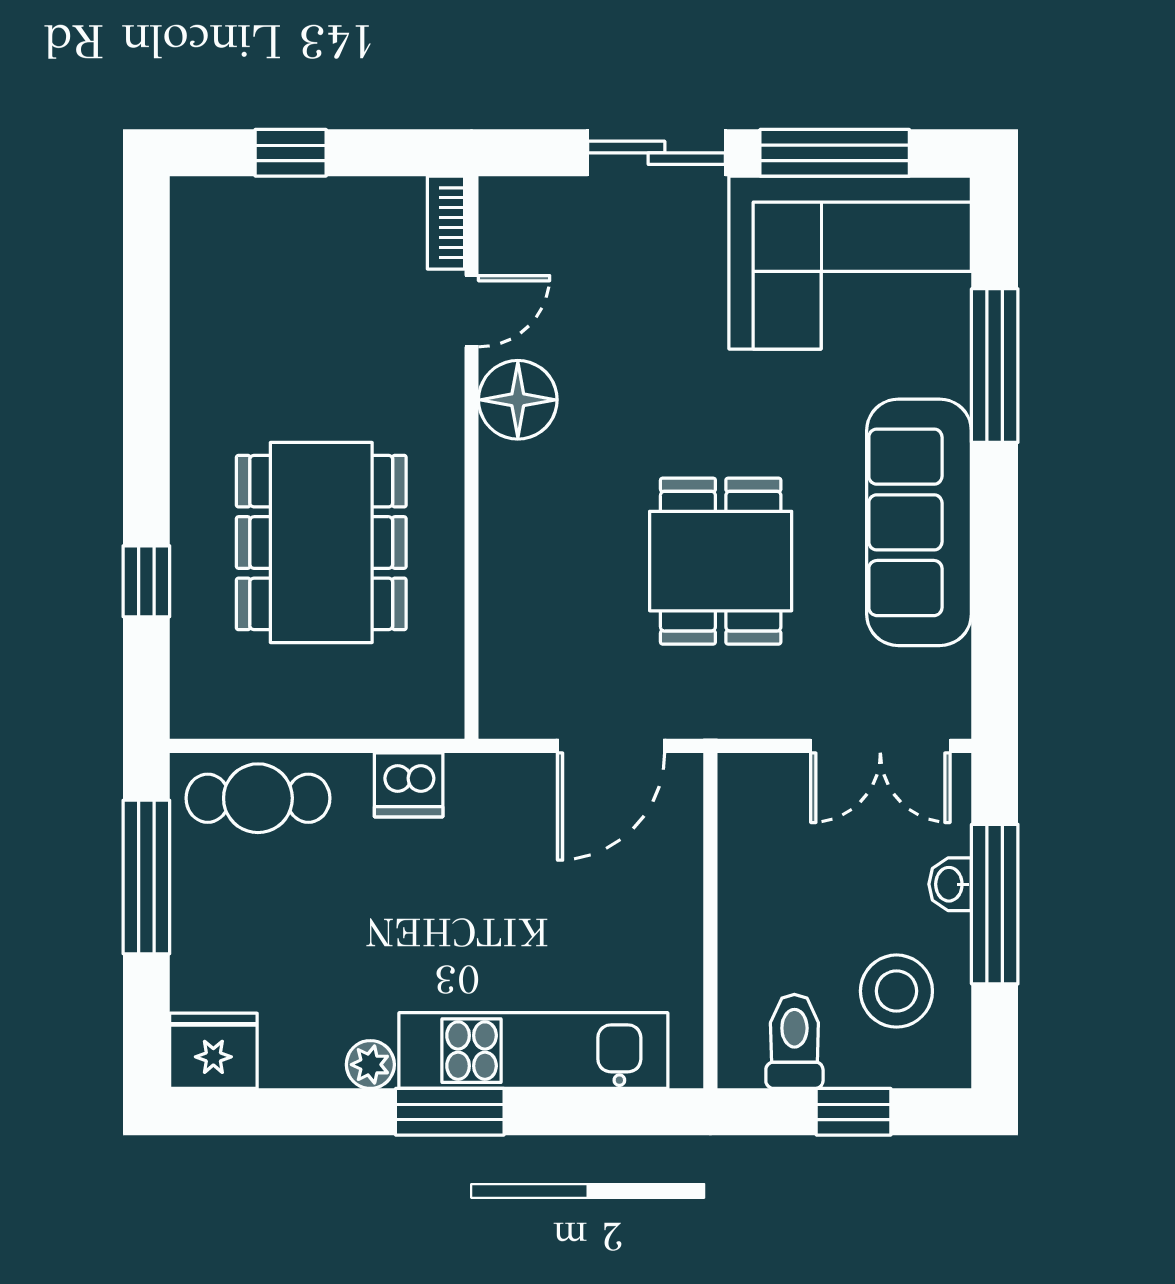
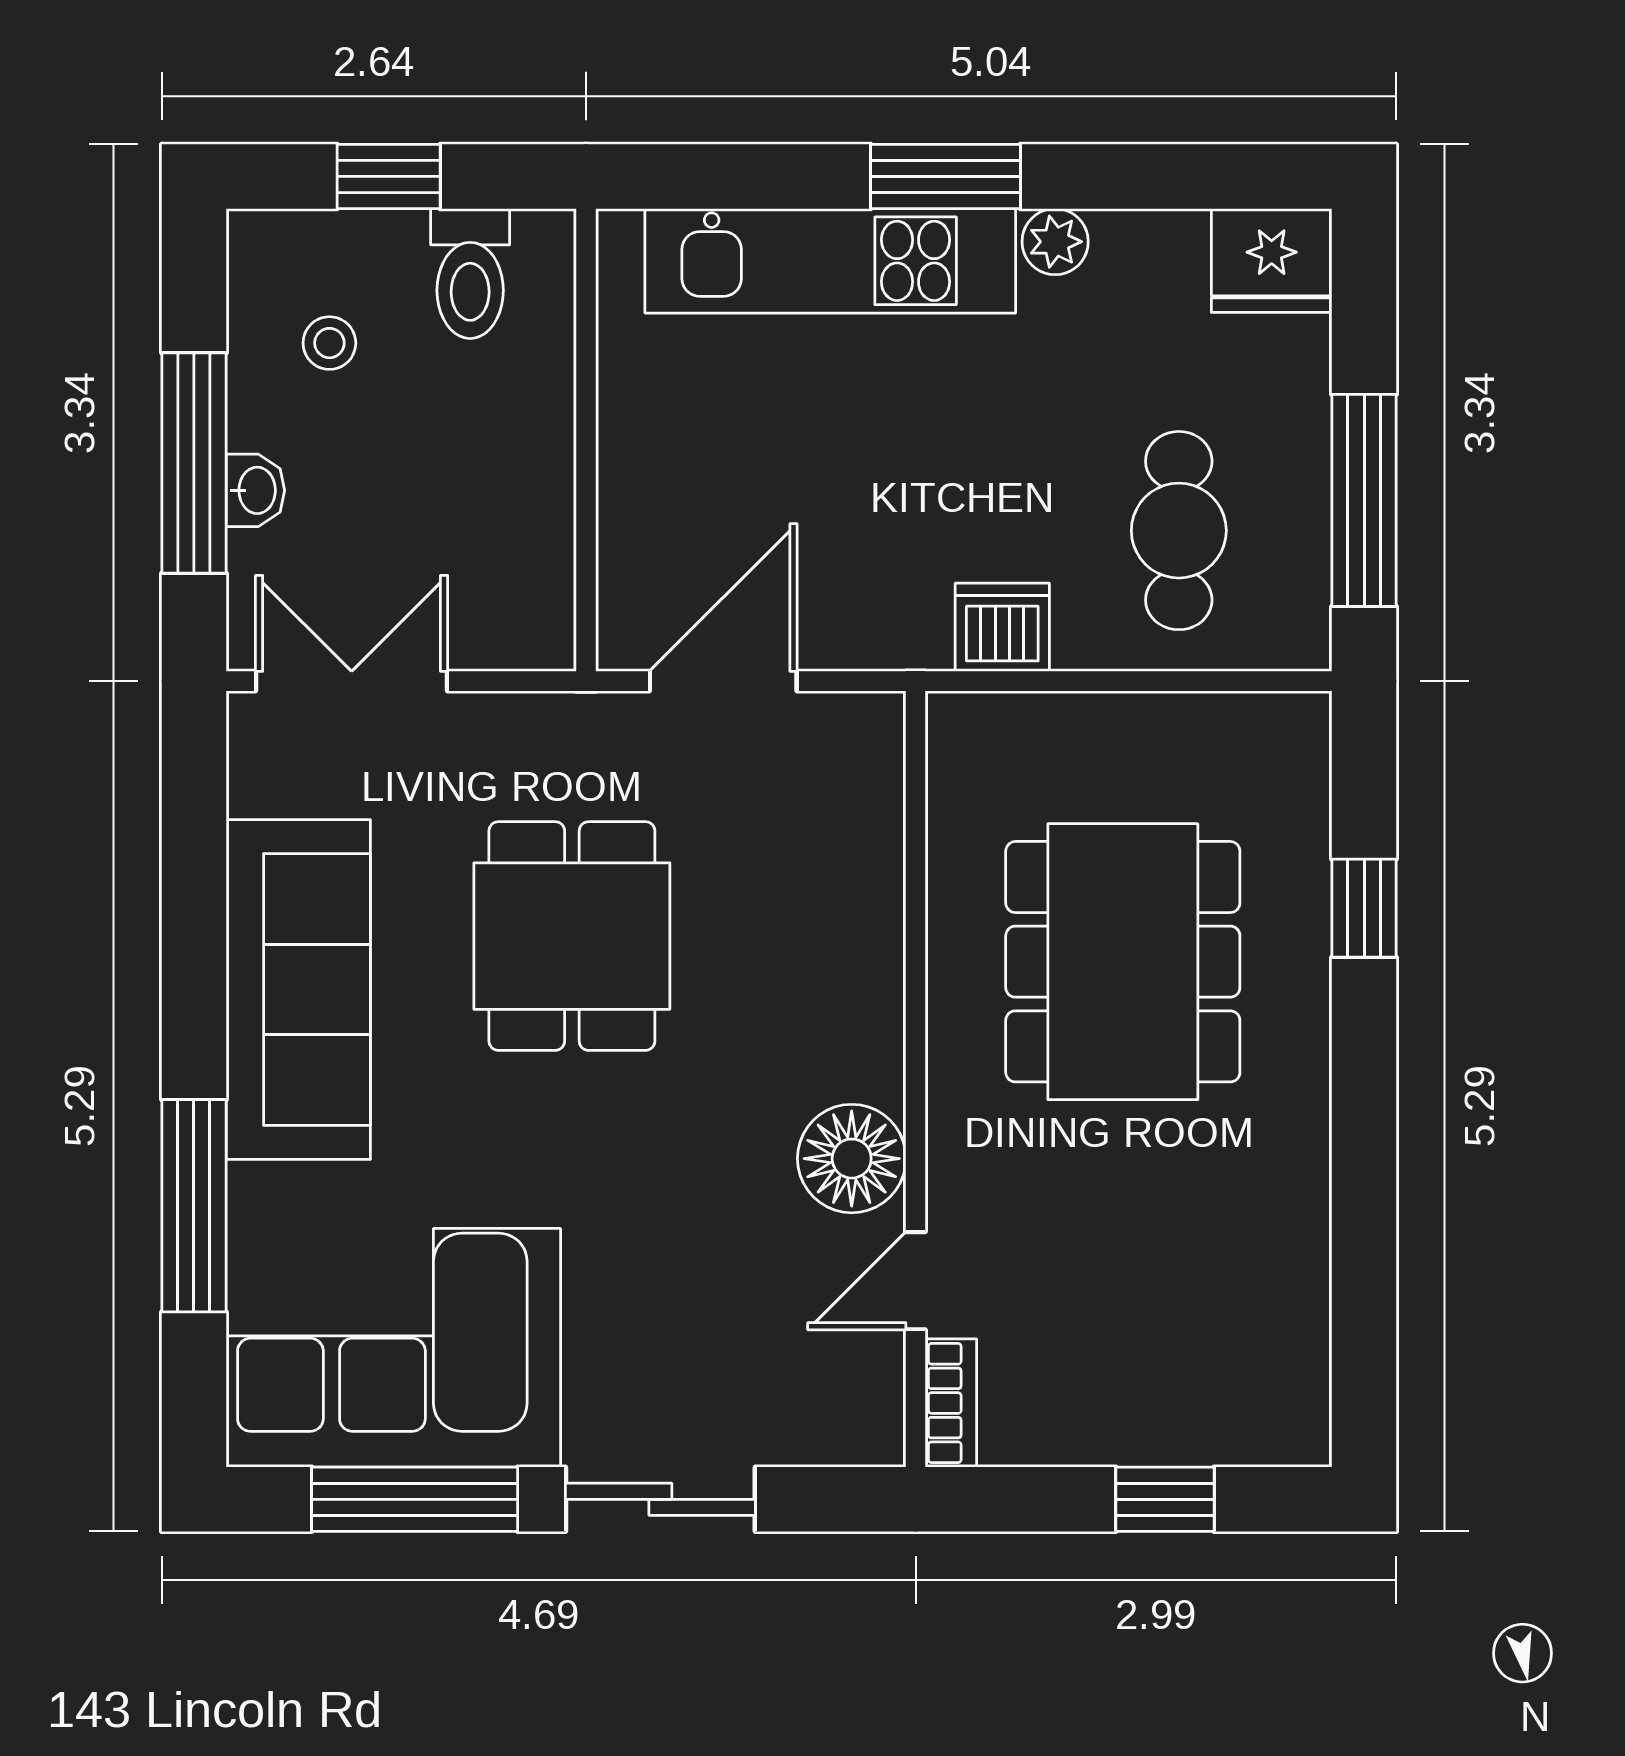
cafe table: (258, 798) -> (1179, 531), moved, turned 90
stool: (896, 991) -> (329, 343), width x0.53, depth x0.53

